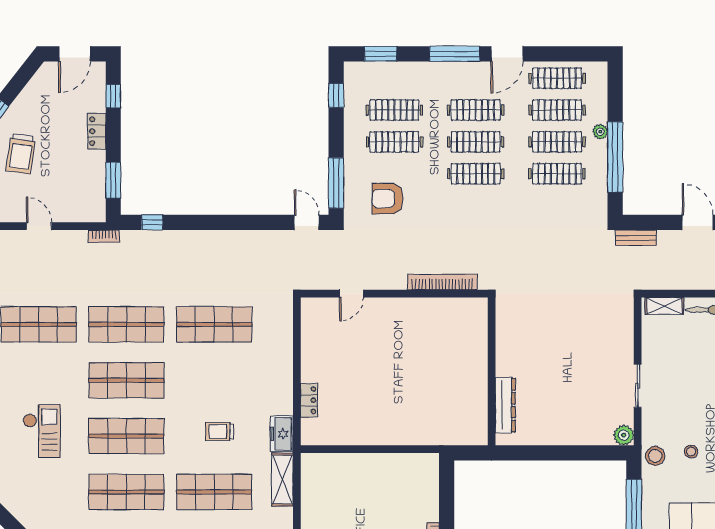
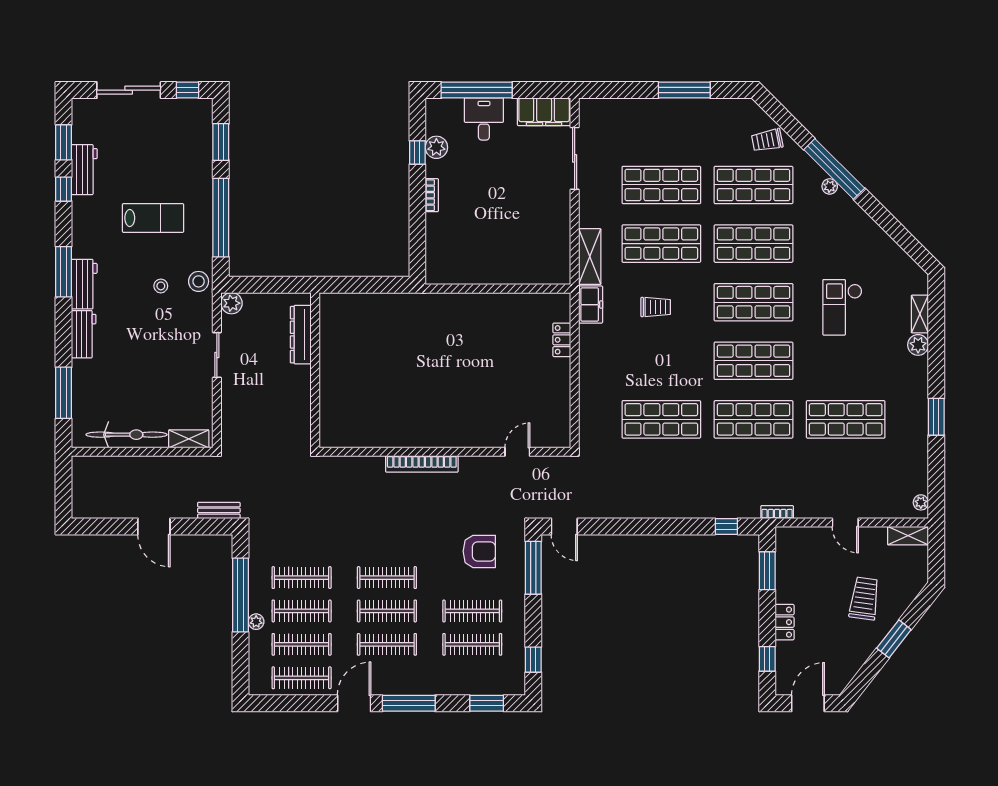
wall: (492, 371) -> (315, 370), moved
dresser: (505, 405) -> (301, 335), moved

